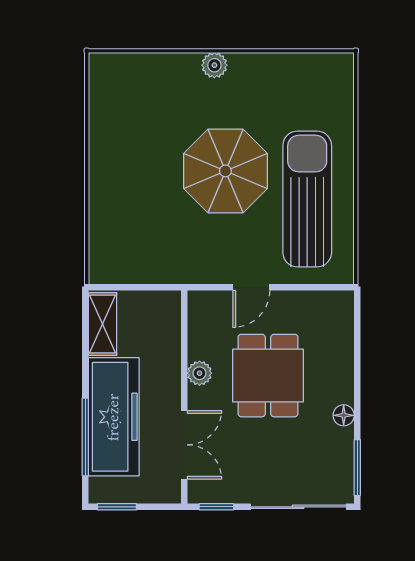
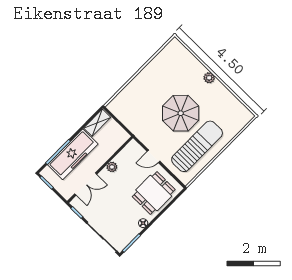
dining table: (268, 376) -> (154, 193), moved

